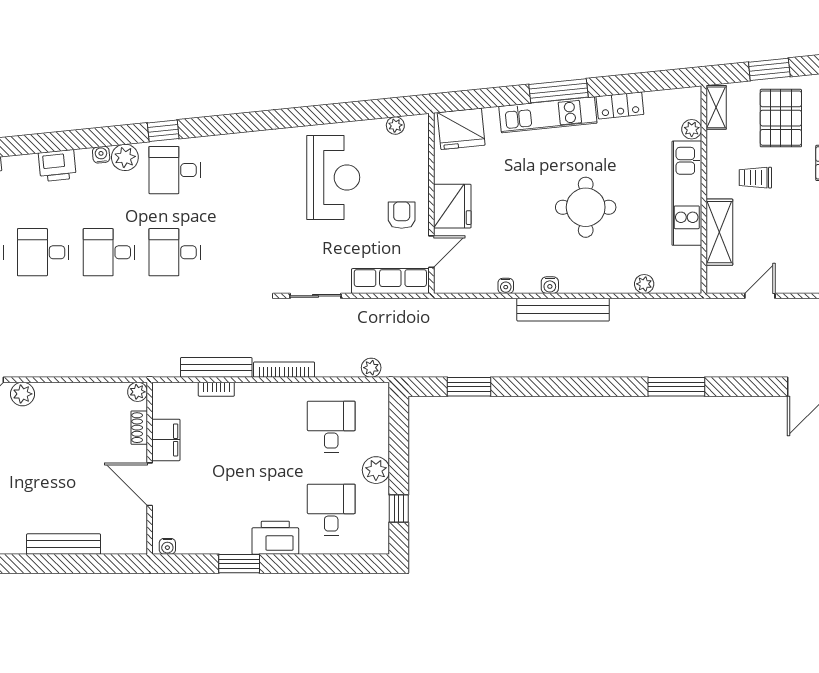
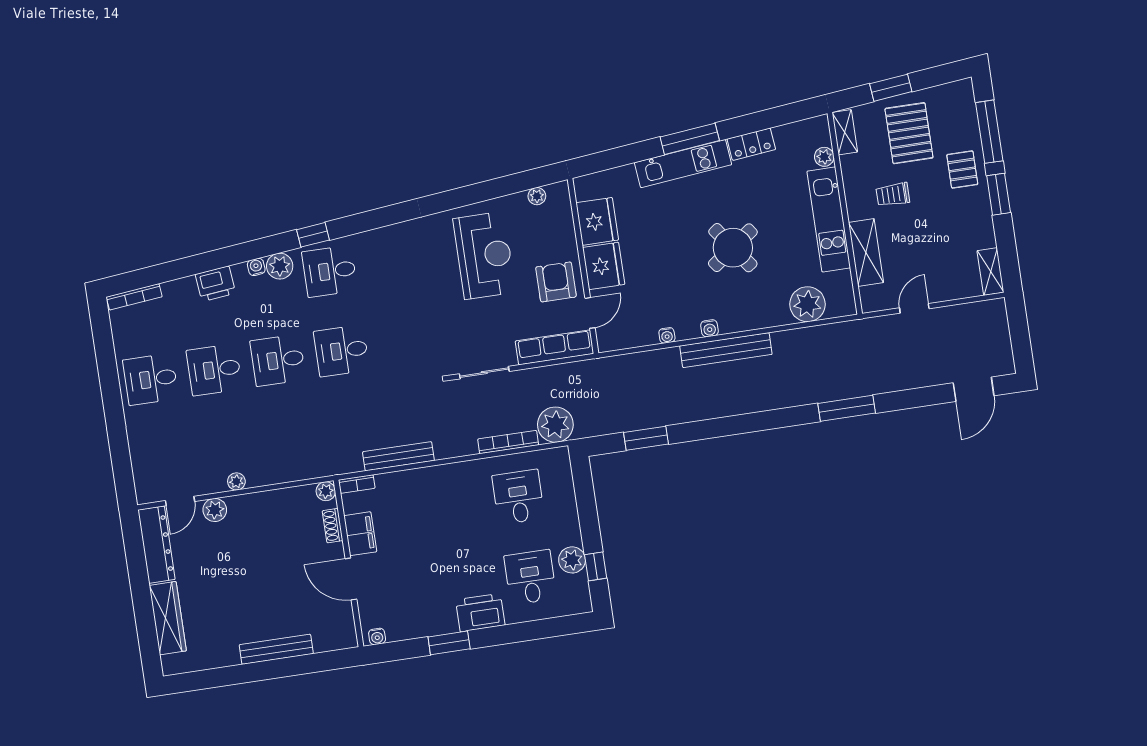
fridge: (461, 129) -> (597, 221), moved, turned -84
round table: (586, 207) -> (733, 248), turned -36
armchair: (402, 215) -> (556, 282), width x1.38, depth x1.38
plant: (644, 284) -> (807, 304), width x1.87, depth x1.87
plant: (49, 368) -> (236, 481), added
plant: (371, 368) -> (555, 425), width x1.87, depth x1.87
bookcase: (284, 370) -> (508, 442), moved
bookcase: (216, 389) -> (357, 484), moved
plant: (376, 470) -> (572, 560), moved

